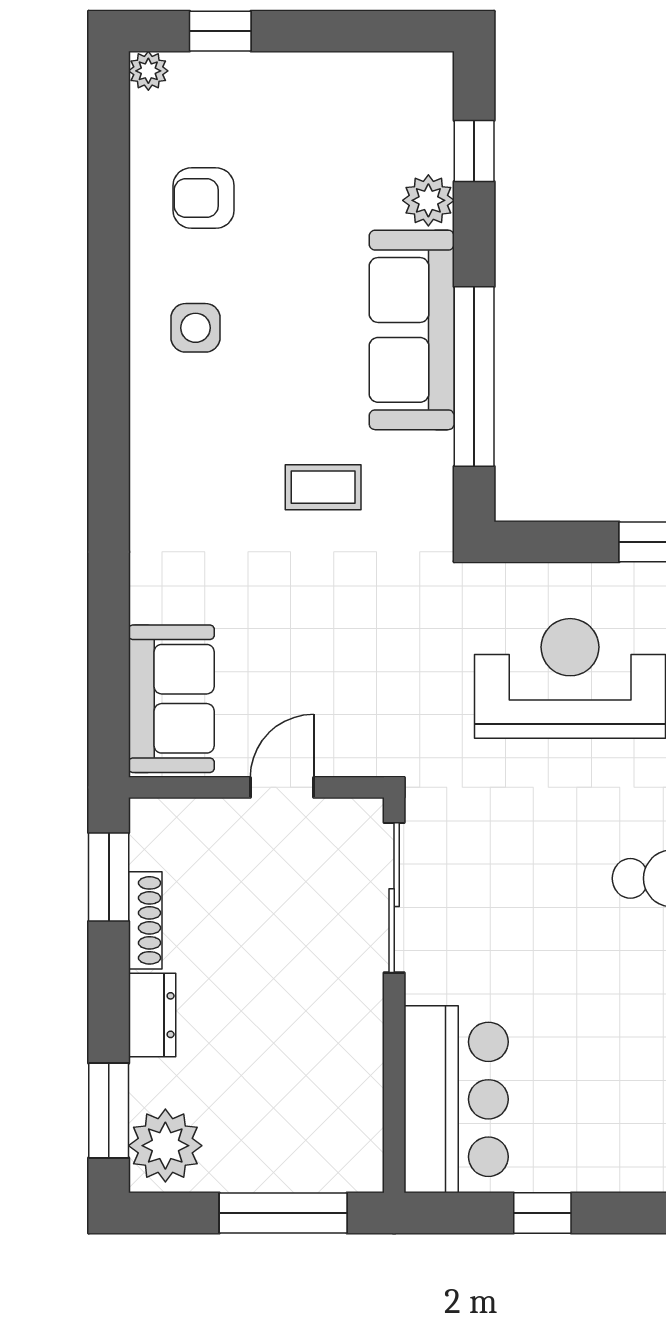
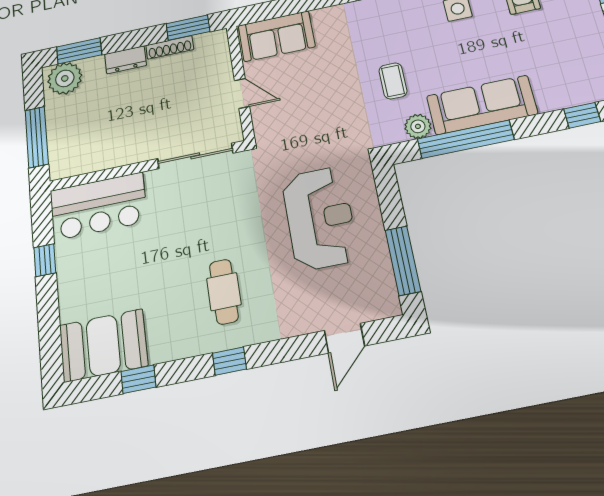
plant: (428, 200) -> (418, 126), moved

